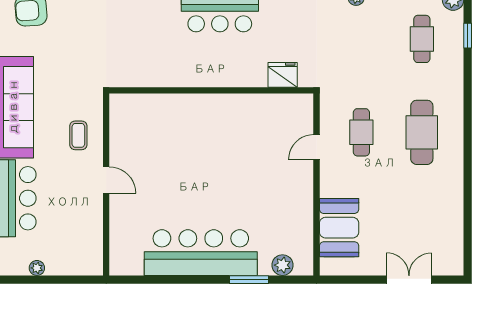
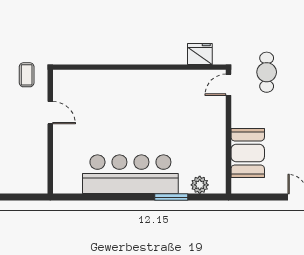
fridge: (283, 75) -> (200, 54), moved
wall: (211, 90) -> (139, 67), moved

